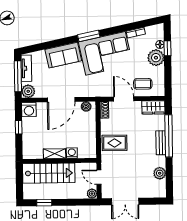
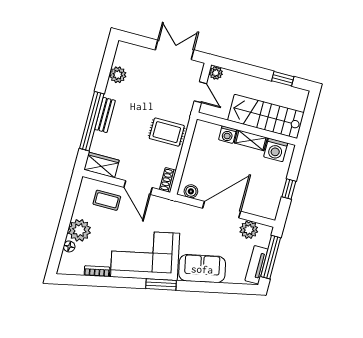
window: (167, 48) -> (61, 239), removed
plant: (28, 91) -> (249, 230), moved
washing machine: (29, 110) -> (276, 150), moved, turned 180

